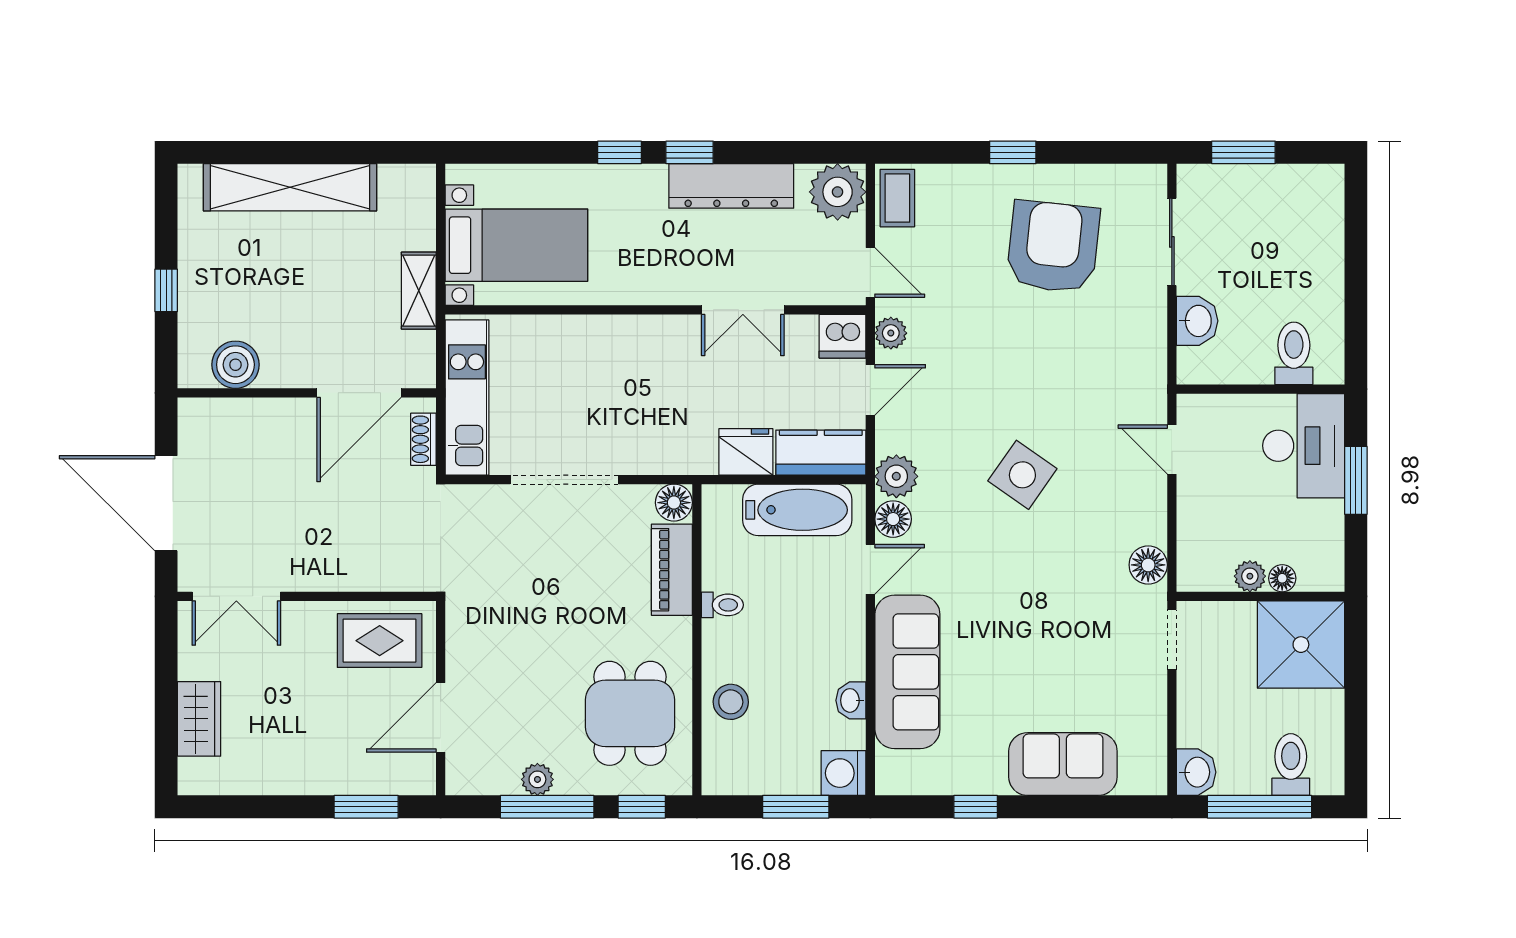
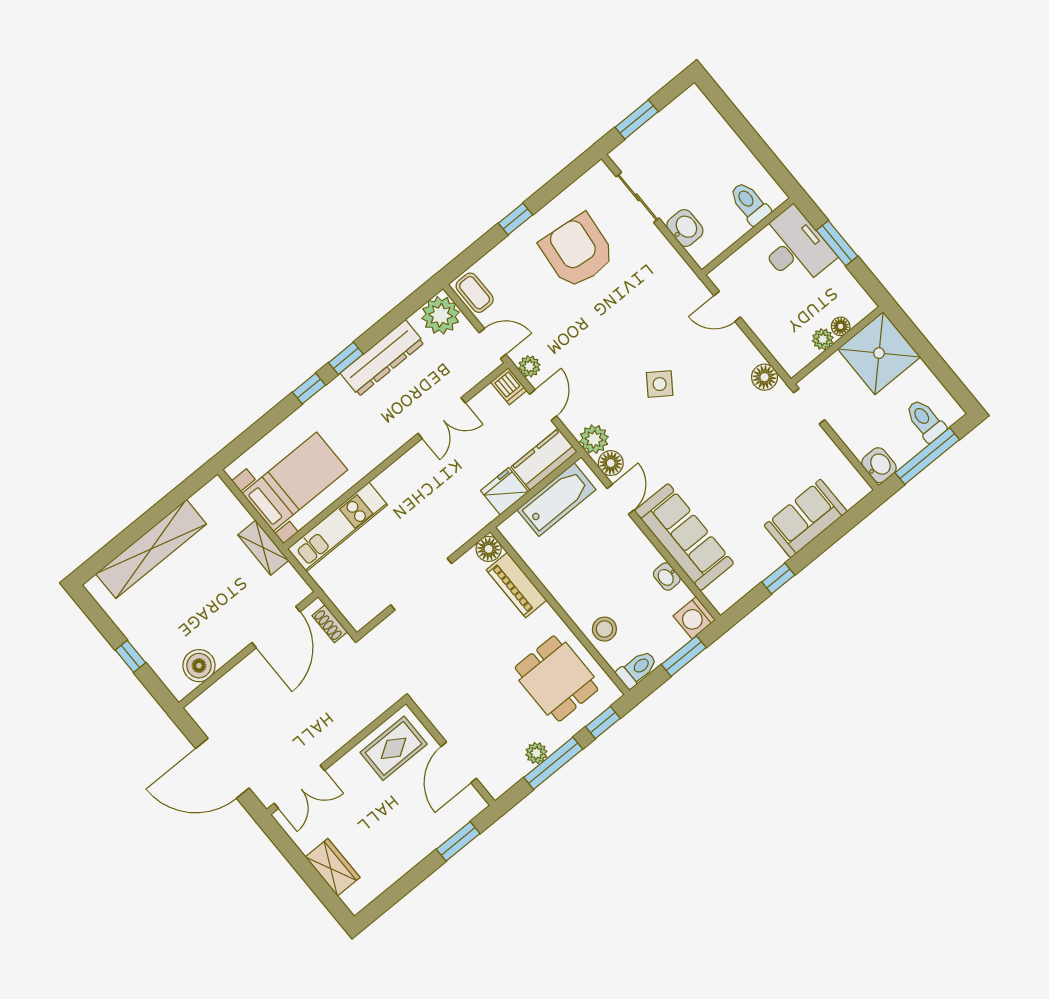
dishwasher: (842, 336) -> (509, 386), width x0.73
kitchen unit: (467, 398) -> (337, 527), moved, turned 90
side table: (1022, 475) -> (660, 384), width x0.73, depth x0.73
toilet: (722, 605) -> (637, 669), moved, width x1.37, depth x1.39

